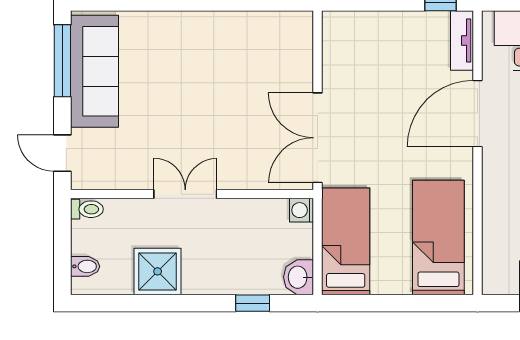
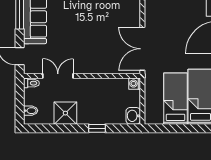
double door: (185, 194) -> (58, 76), moved
bed: (346, 241) -> (175, 99), moved
window: (253, 303) -> (97, 128), moved

